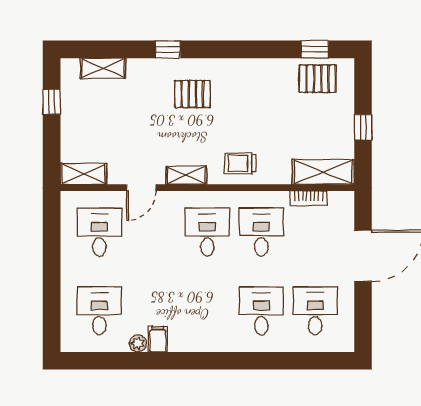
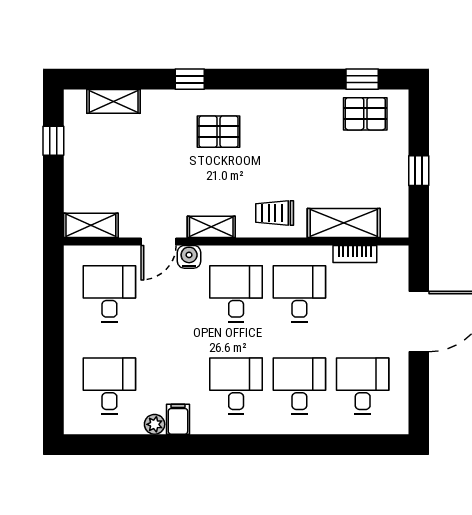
shelving: (323, 172) -> (344, 223), moved
water cooler: (167, 201) -> (189, 257), added
desk: (207, 311) -> (236, 386), added

